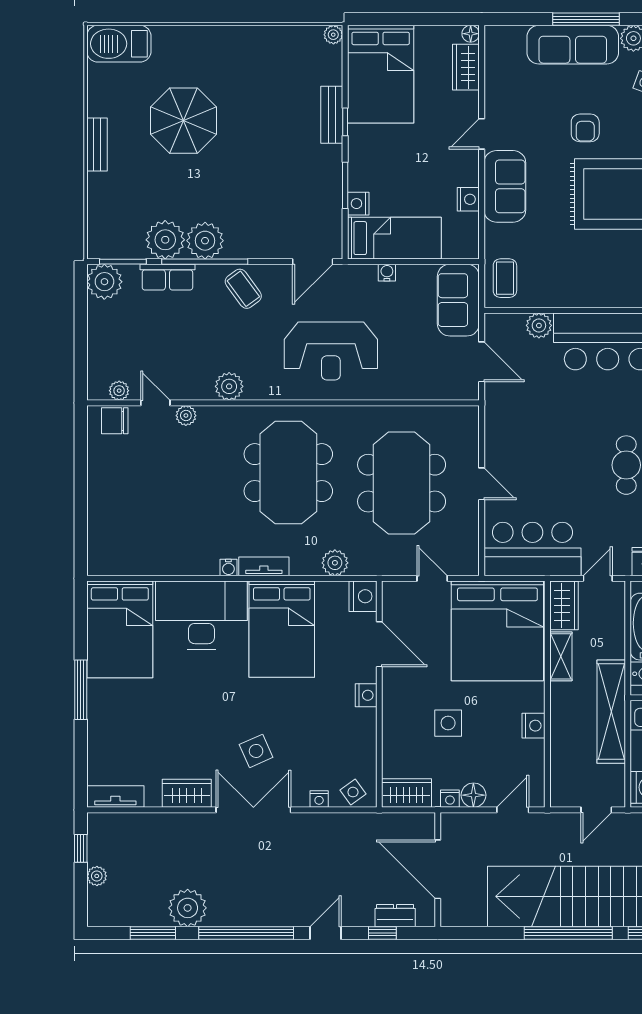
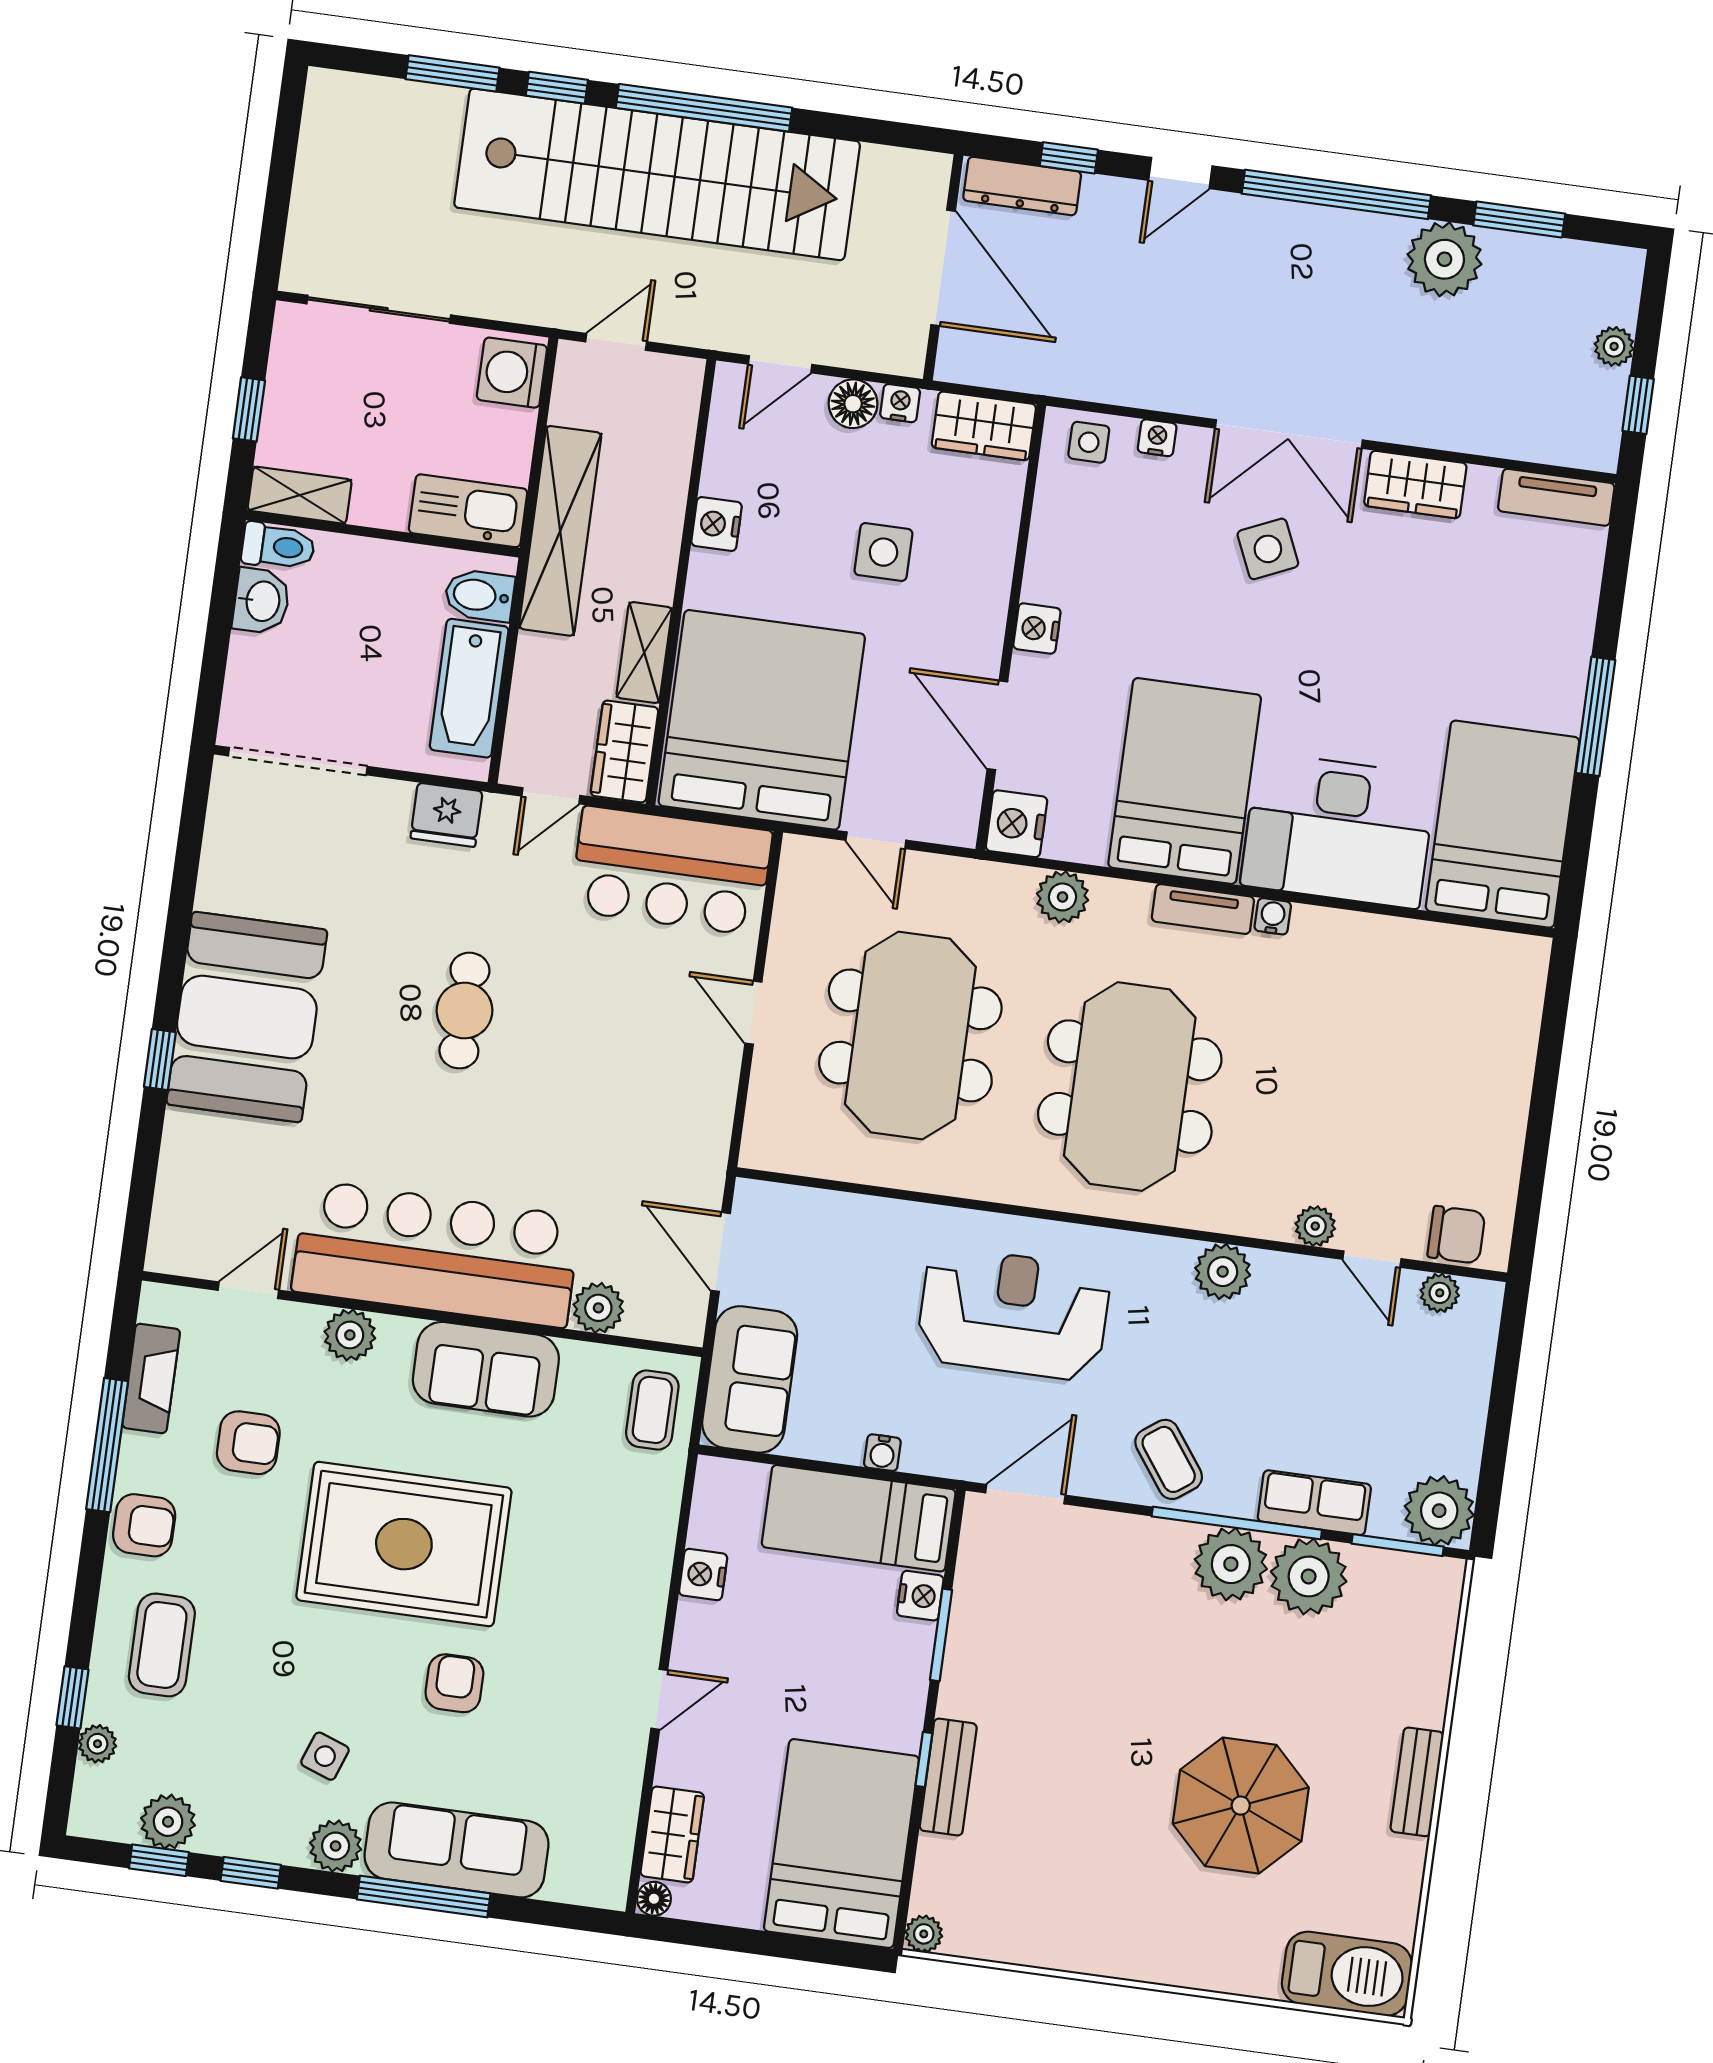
sofa: (505, 186) -> (486, 1369), moved, turned -90
side table: (353, 792) -> (1089, 442), turned 36
dresser: (395, 916) -> (1022, 186), width x1.44

